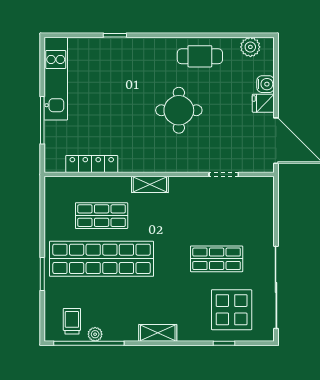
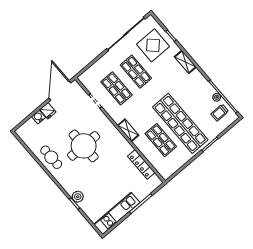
plant: (250, 47) -> (78, 197), moved
round table: (179, 110) -> (84, 146), width x1.36, depth x1.36
shop shelf: (217, 216) -> (116, 88), added
shelving: (158, 333) -> (185, 62), moved

